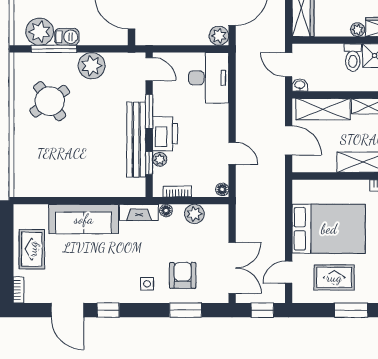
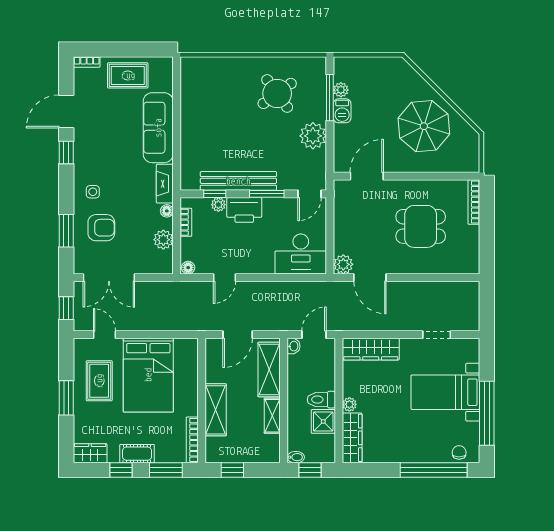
plant: (40, 32) -> (341, 90), width x0.53, depth x0.53

